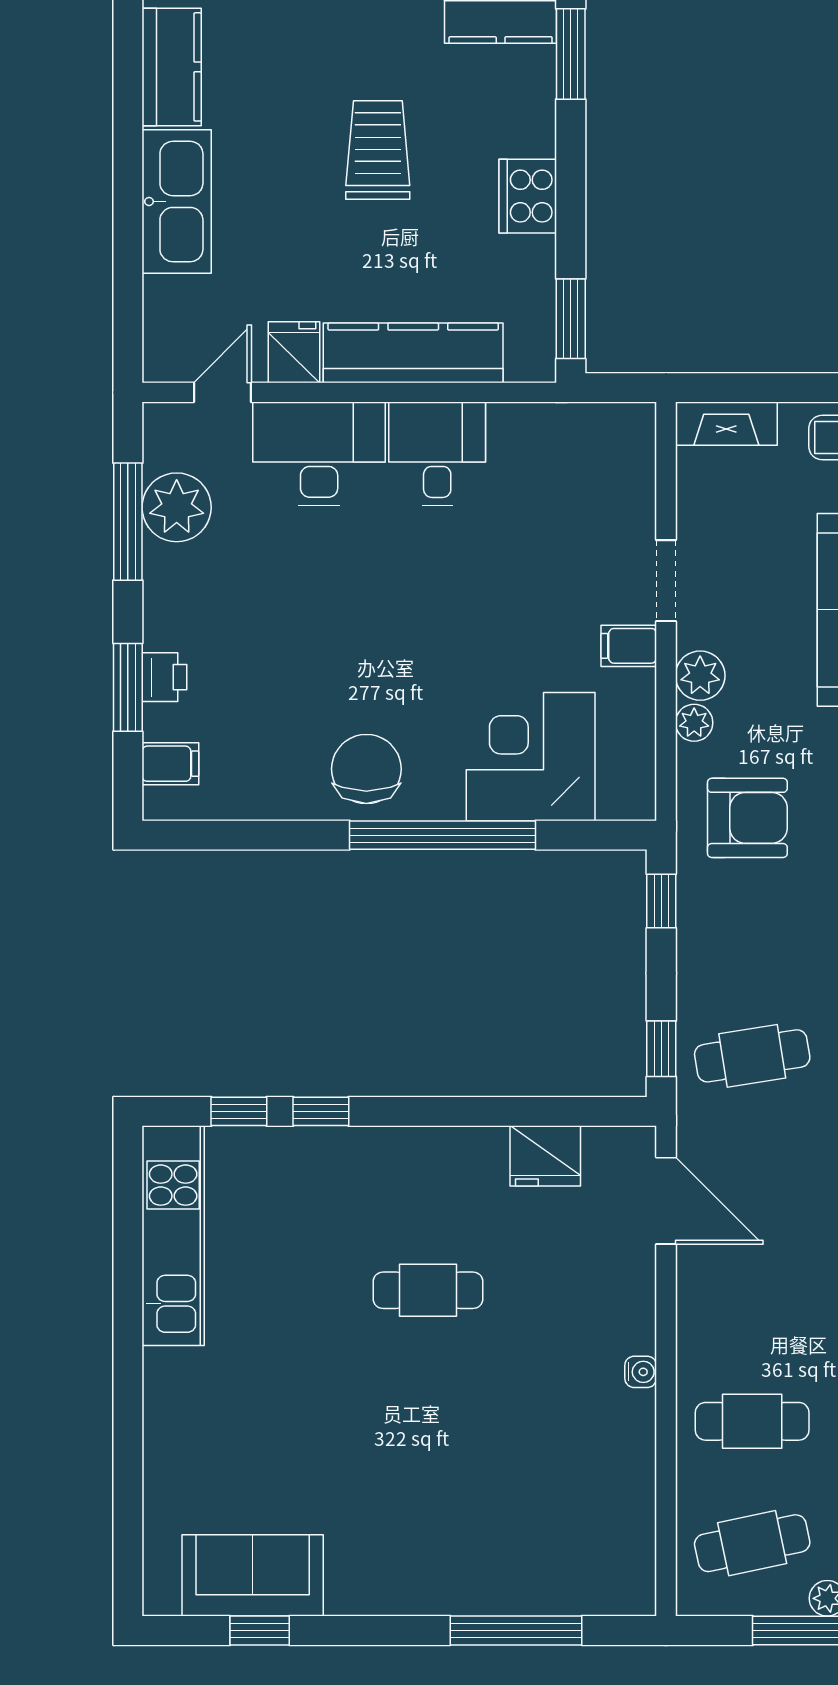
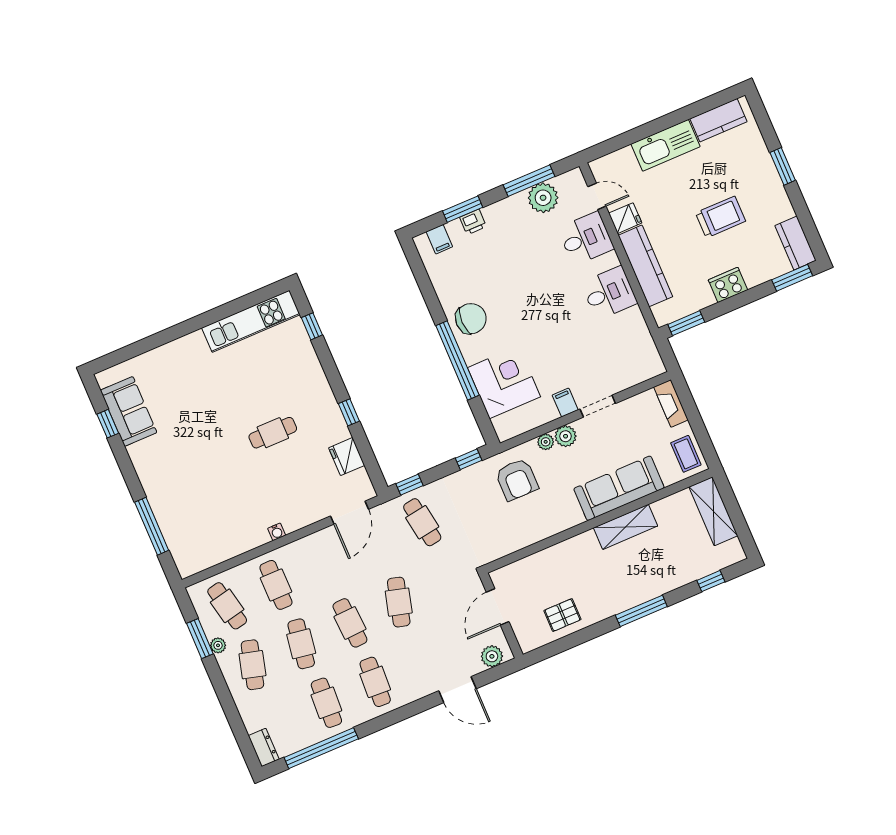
desk: (319, 454) -> (586, 238), width x0.73
window: (321, 1111) -> (349, 412), moved
cafe table: (428, 1290) -> (273, 433), turned 90

